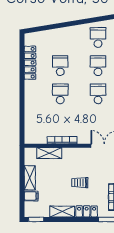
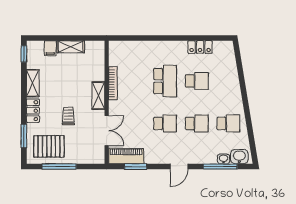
locker: (30, 63) -> (200, 47), width x0.66
school desk: (60, 94) -> (165, 81), width x1.85
shelving: (49, 153) -> (98, 96), moved
trolley: (80, 183) -> (68, 116), moved

